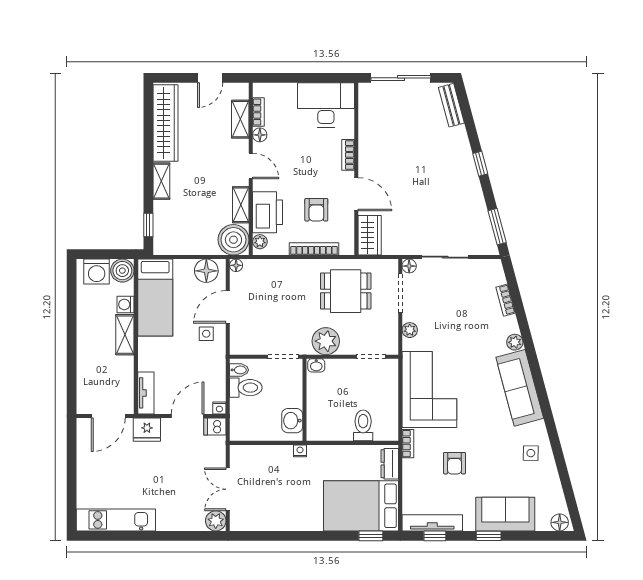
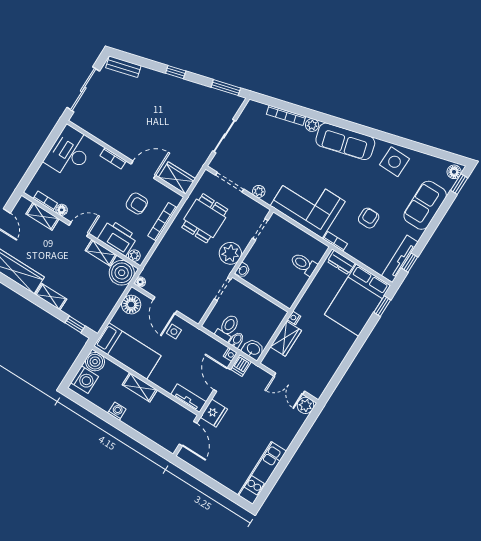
floor lamp: (409, 266) -> (215, 164), removed
bookcase: (506, 300) -> (286, 115), width x1.56
washing machine: (126, 304) -> (117, 411), moved, turned 180
bidet: (239, 370) -> (237, 340), moved
washbasin: (292, 421) -> (253, 349), moved, turned 180
side table: (531, 453) -> (394, 162), width x1.87, depth x1.87
wardrobe: (273, 456) -> (286, 339), added
armchair: (454, 463) -> (369, 218), turned -90
window: (489, 536) -> (459, 184), moved

